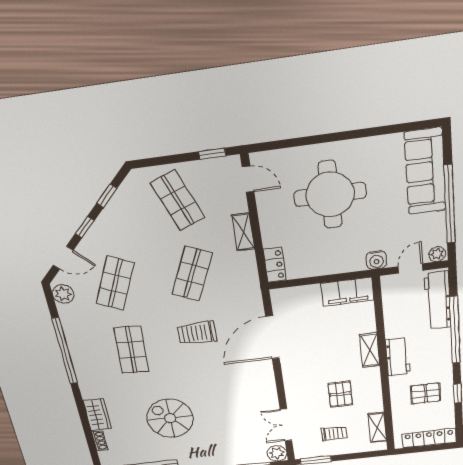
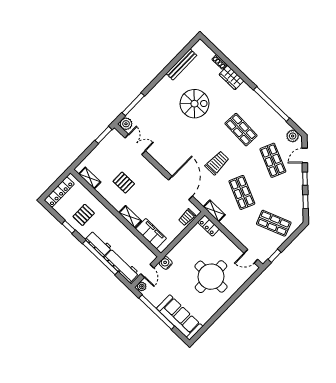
shelving: (243, 232) -> (214, 211), moved
filing cabinet: (347, 292) -> (151, 234), moved, turned 90
workbench: (398, 357) -> (98, 244), moved, turned 180
trolley: (334, 433) -> (187, 217), moved

